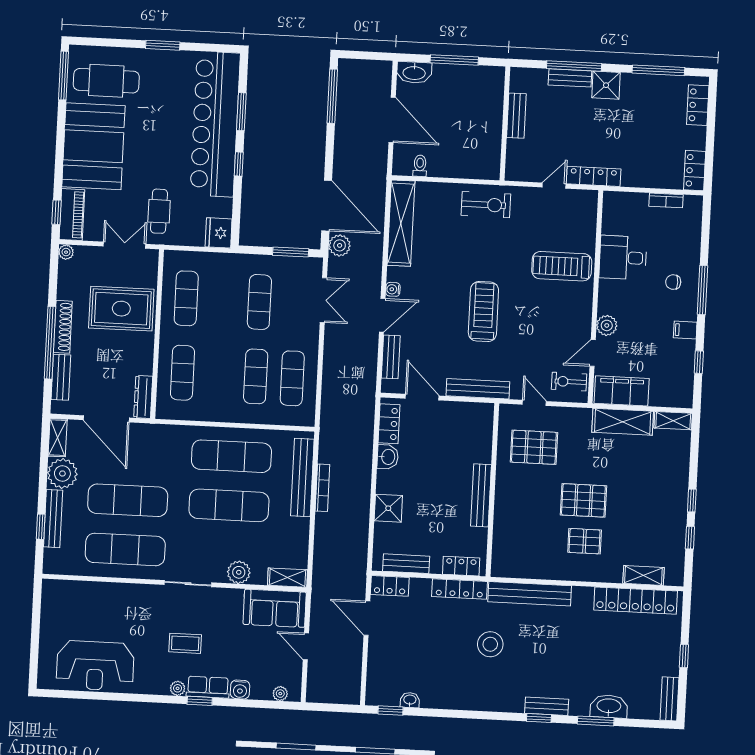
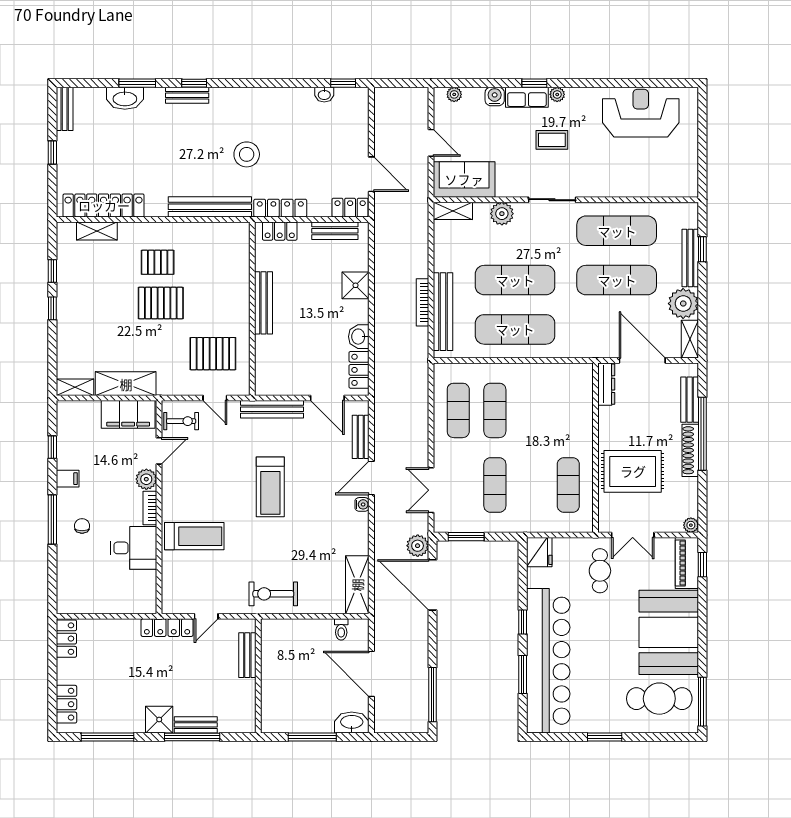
bench: (516, 116) -> (247, 655), moved
bookcase: (666, 200) -> (150, 508), moved, turned -90
shelving: (401, 223) -> (357, 585), width x0.68
chair: (673, 282) -> (82, 526), turned -90
exercise mat: (182, 373) -> (568, 410), removed

